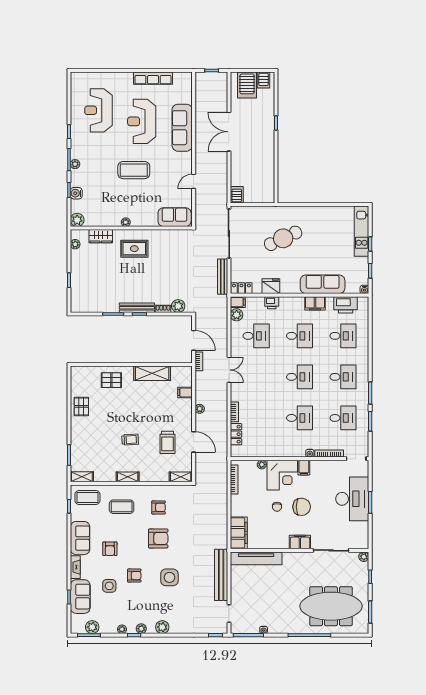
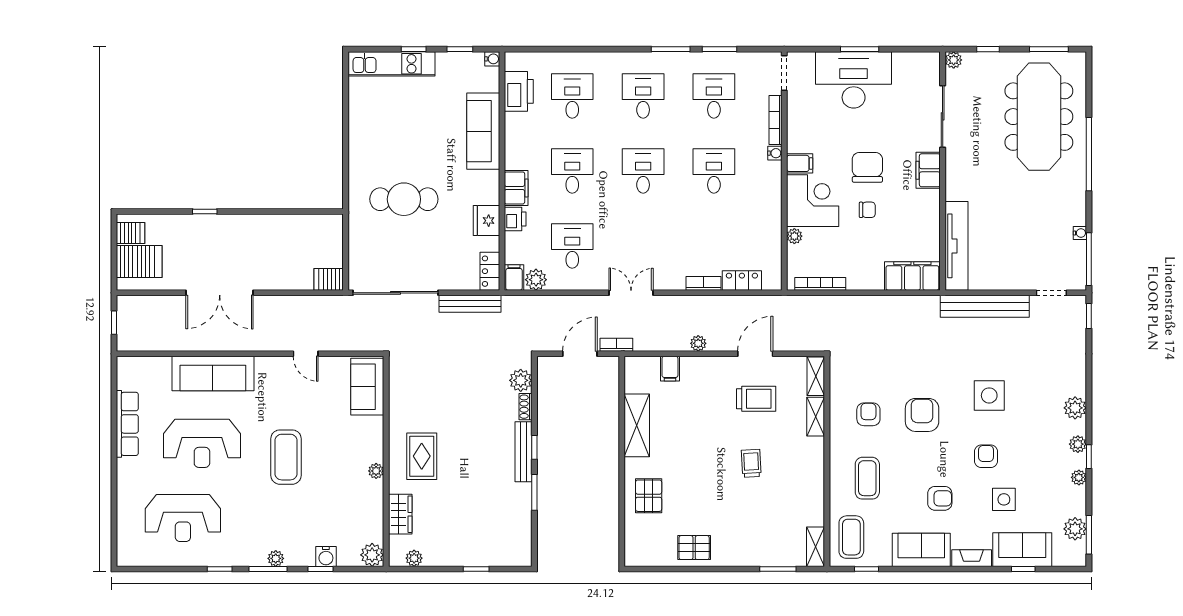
cafe table: (283, 238) -> (404, 199), turned -65
filing cabinet: (315, 303) -> (516, 188), moved
shelving: (128, 477) -> (816, 417), moved

